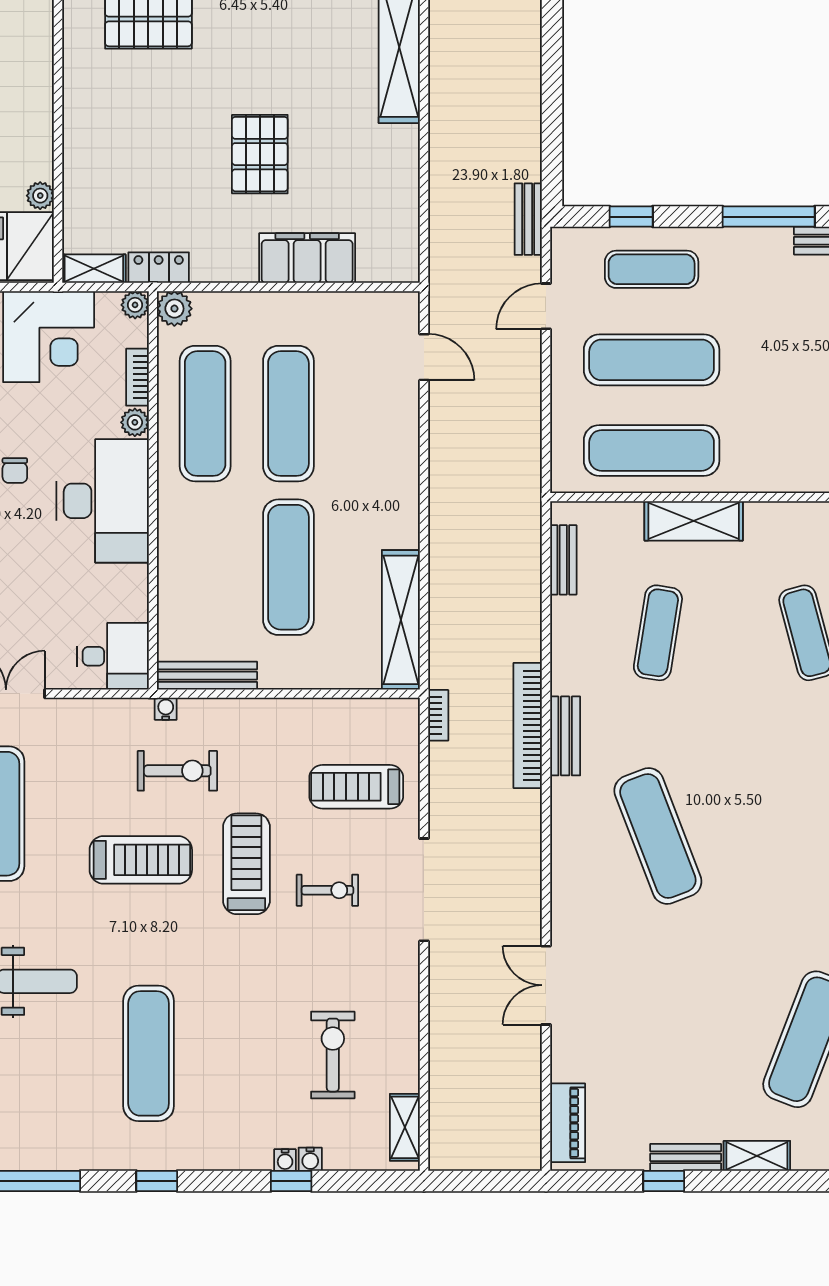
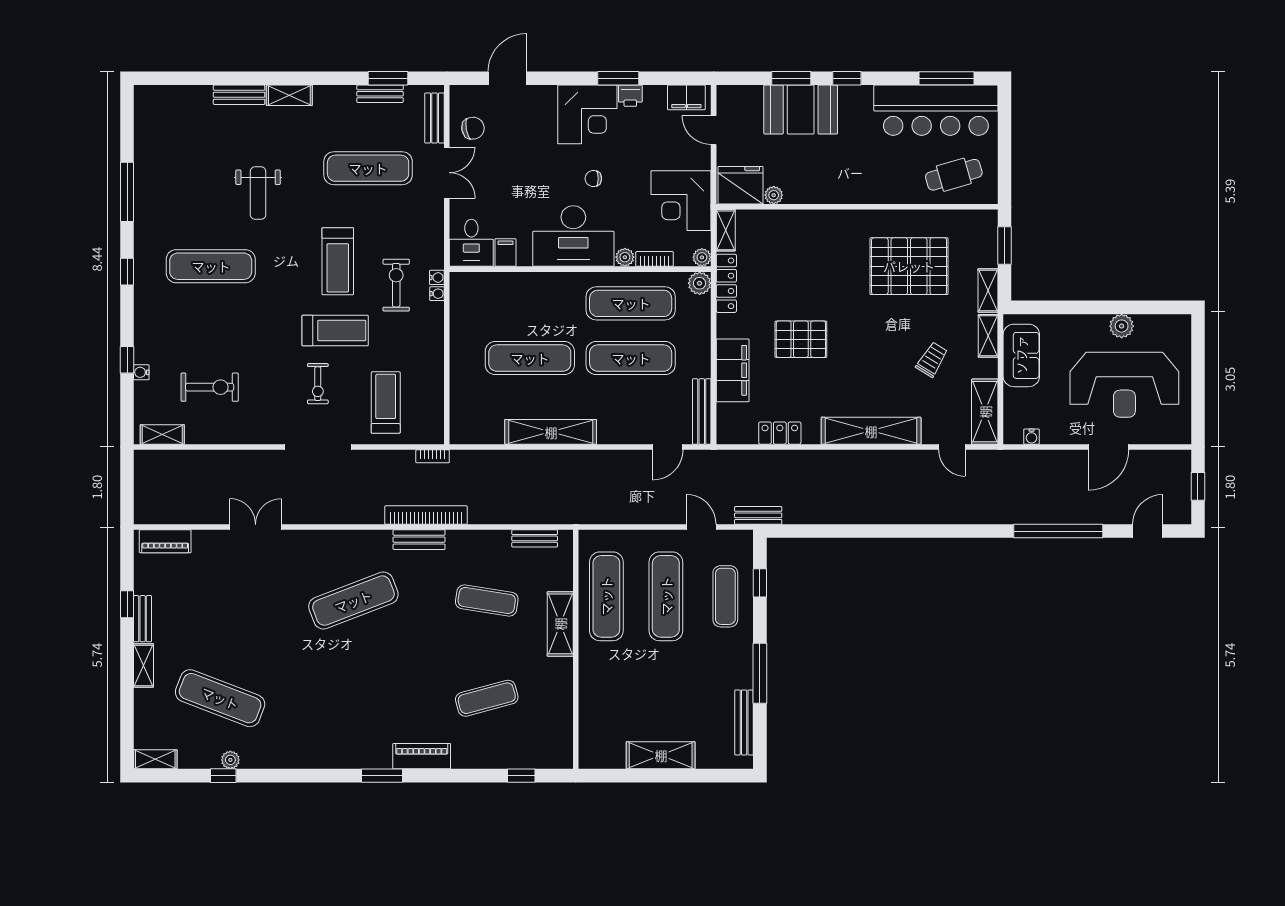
locker: (403, 186) -> (780, 433), added
locker: (159, 268) -> (726, 283), width x1.53
filing cabinet: (128, 604) -> (505, 252), added
shelving: (401, 620) -> (551, 432), moved
bench: (207, 676) -> (702, 411), moved
exercise bike: (177, 771) -> (396, 285), turned 180
water cooler: (285, 1160) -> (437, 294), moved, turned 180

